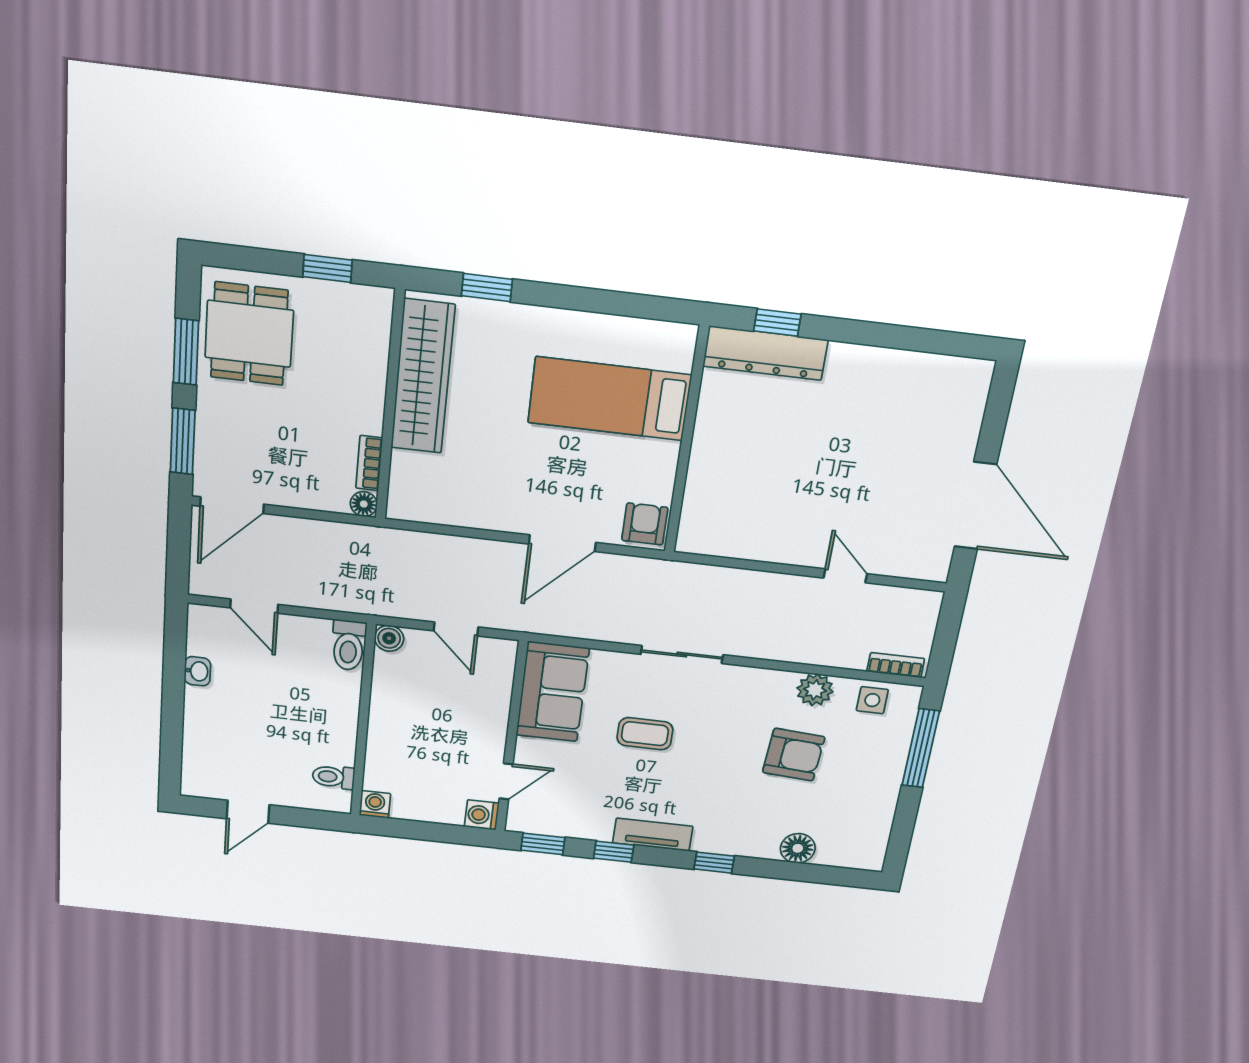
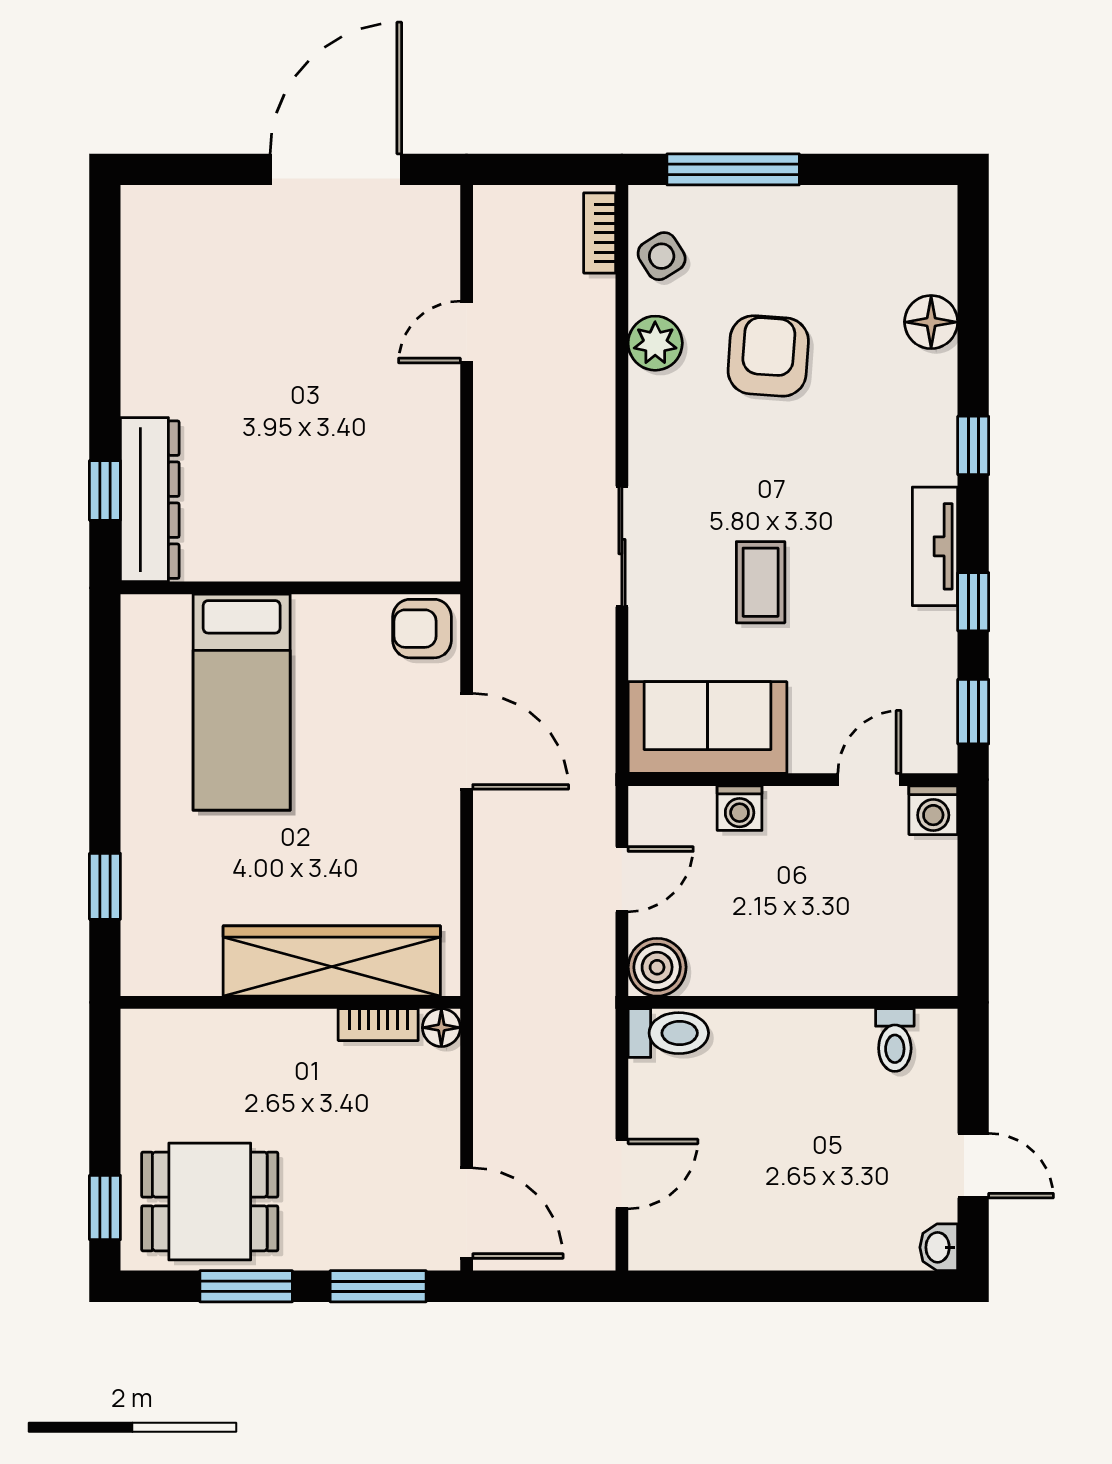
window: (327, 268) -> (105, 1207), moved
wardrobe: (423, 377) -> (332, 961), moved
boiler: (389, 638) -> (657, 967), width x1.36, depth x1.36
washbasin: (197, 671) -> (939, 1247), moved, turned -90
side table: (872, 700) -> (662, 256), turned -32
door: (506, 781) -> (869, 780), hinge flipped
washing machine: (375, 804) -> (740, 808), moved, turned -90

